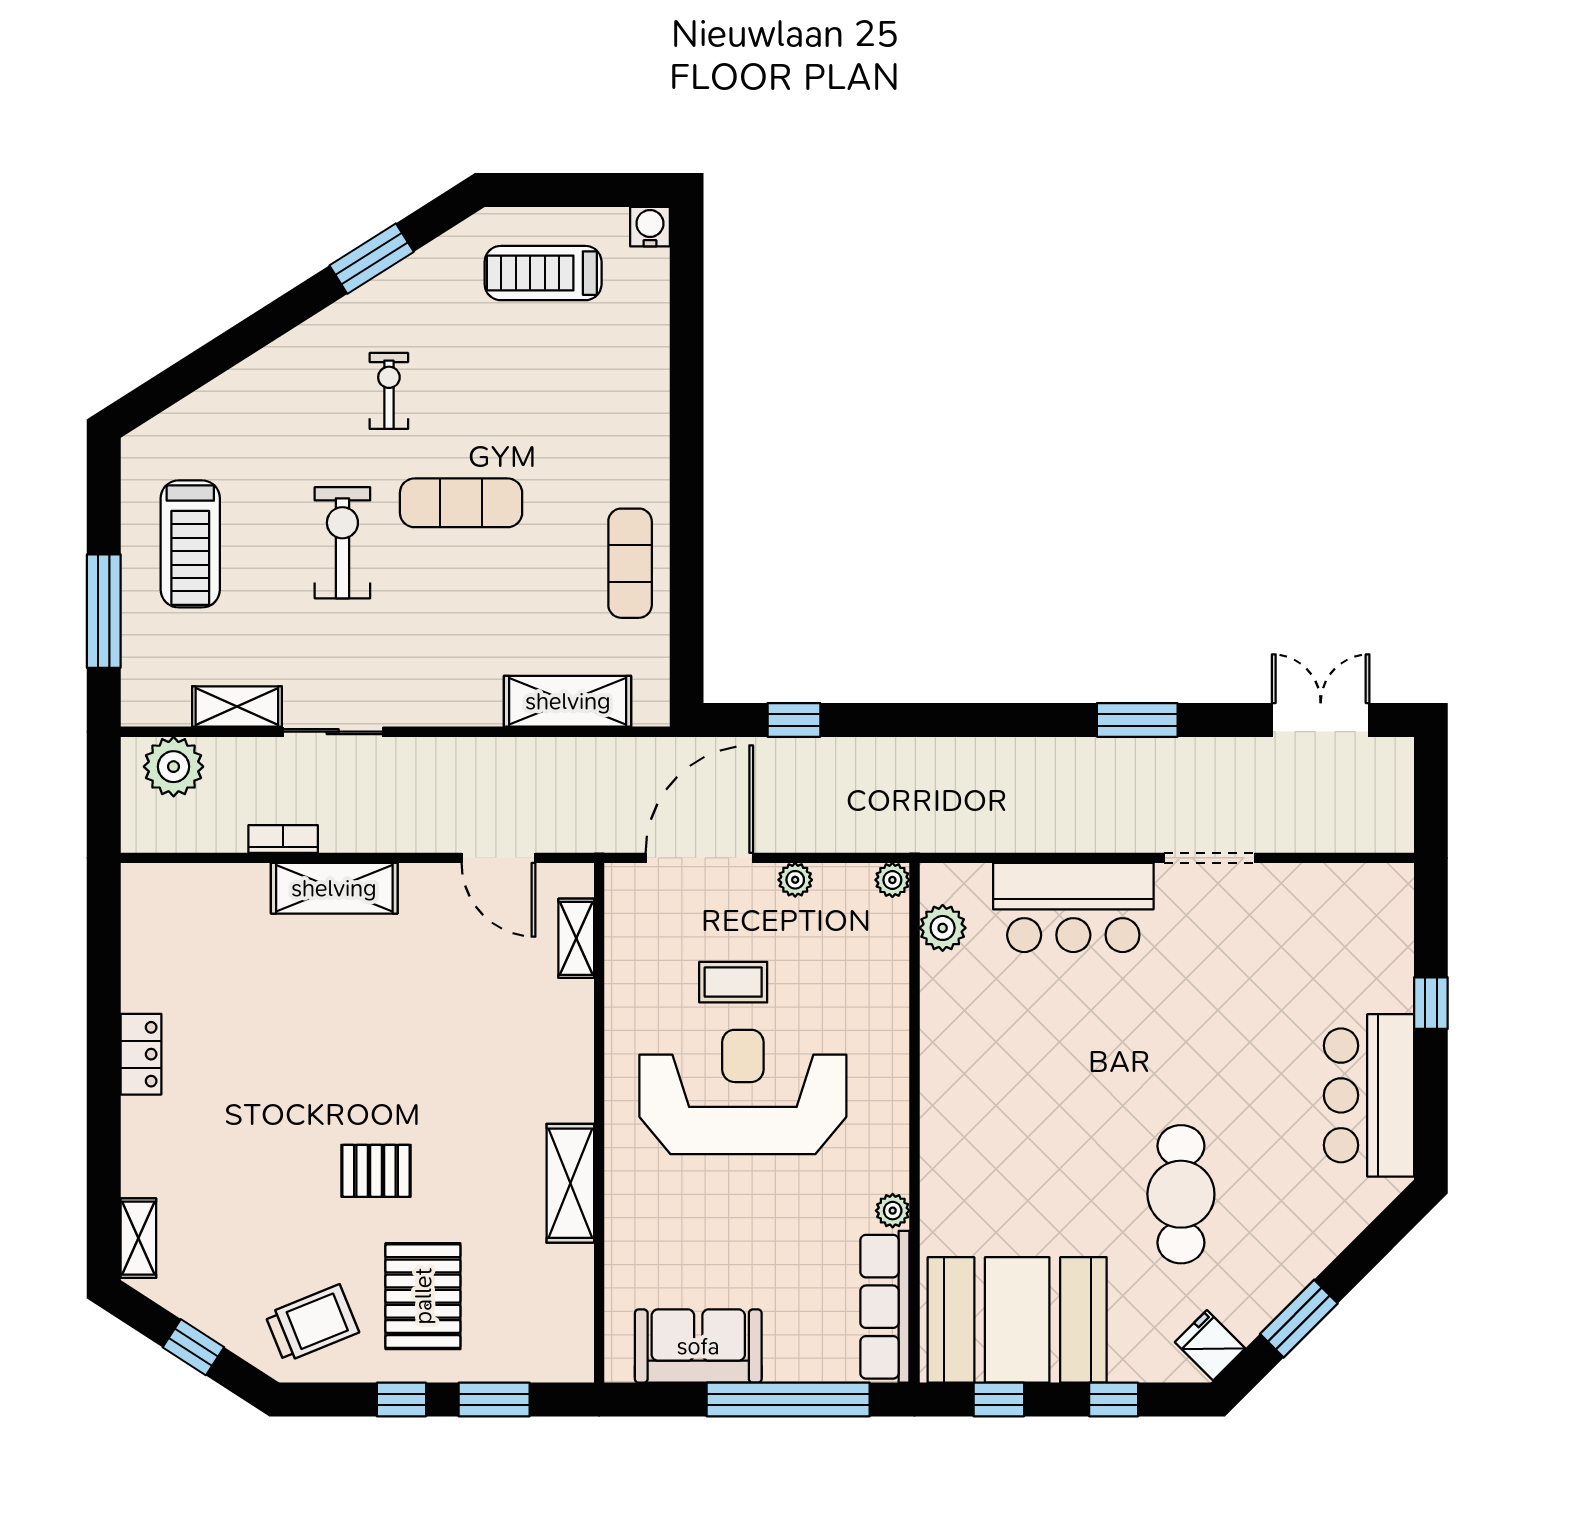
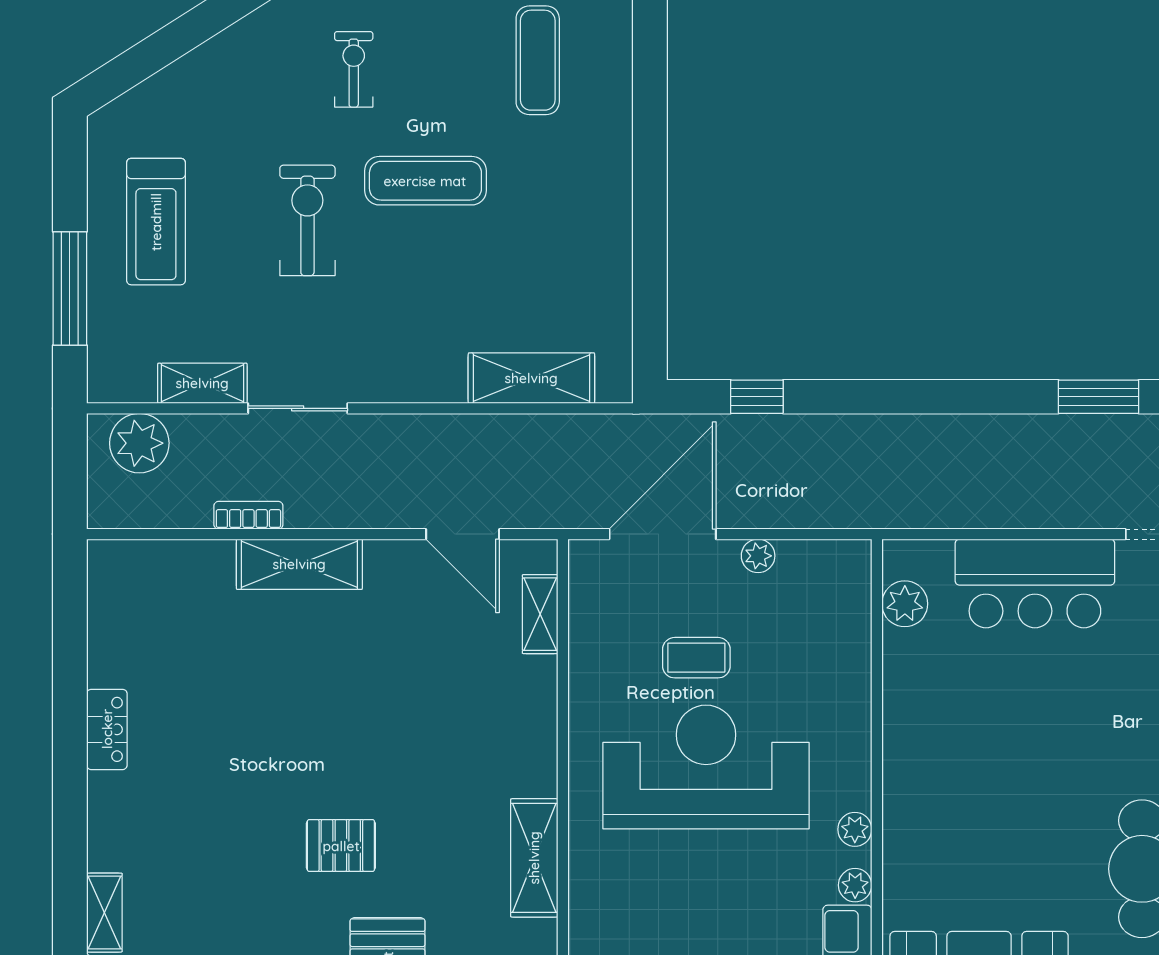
exercise mat: (630, 563) -> (538, 60), moved
plant: (892, 880) -> (855, 829), moved

